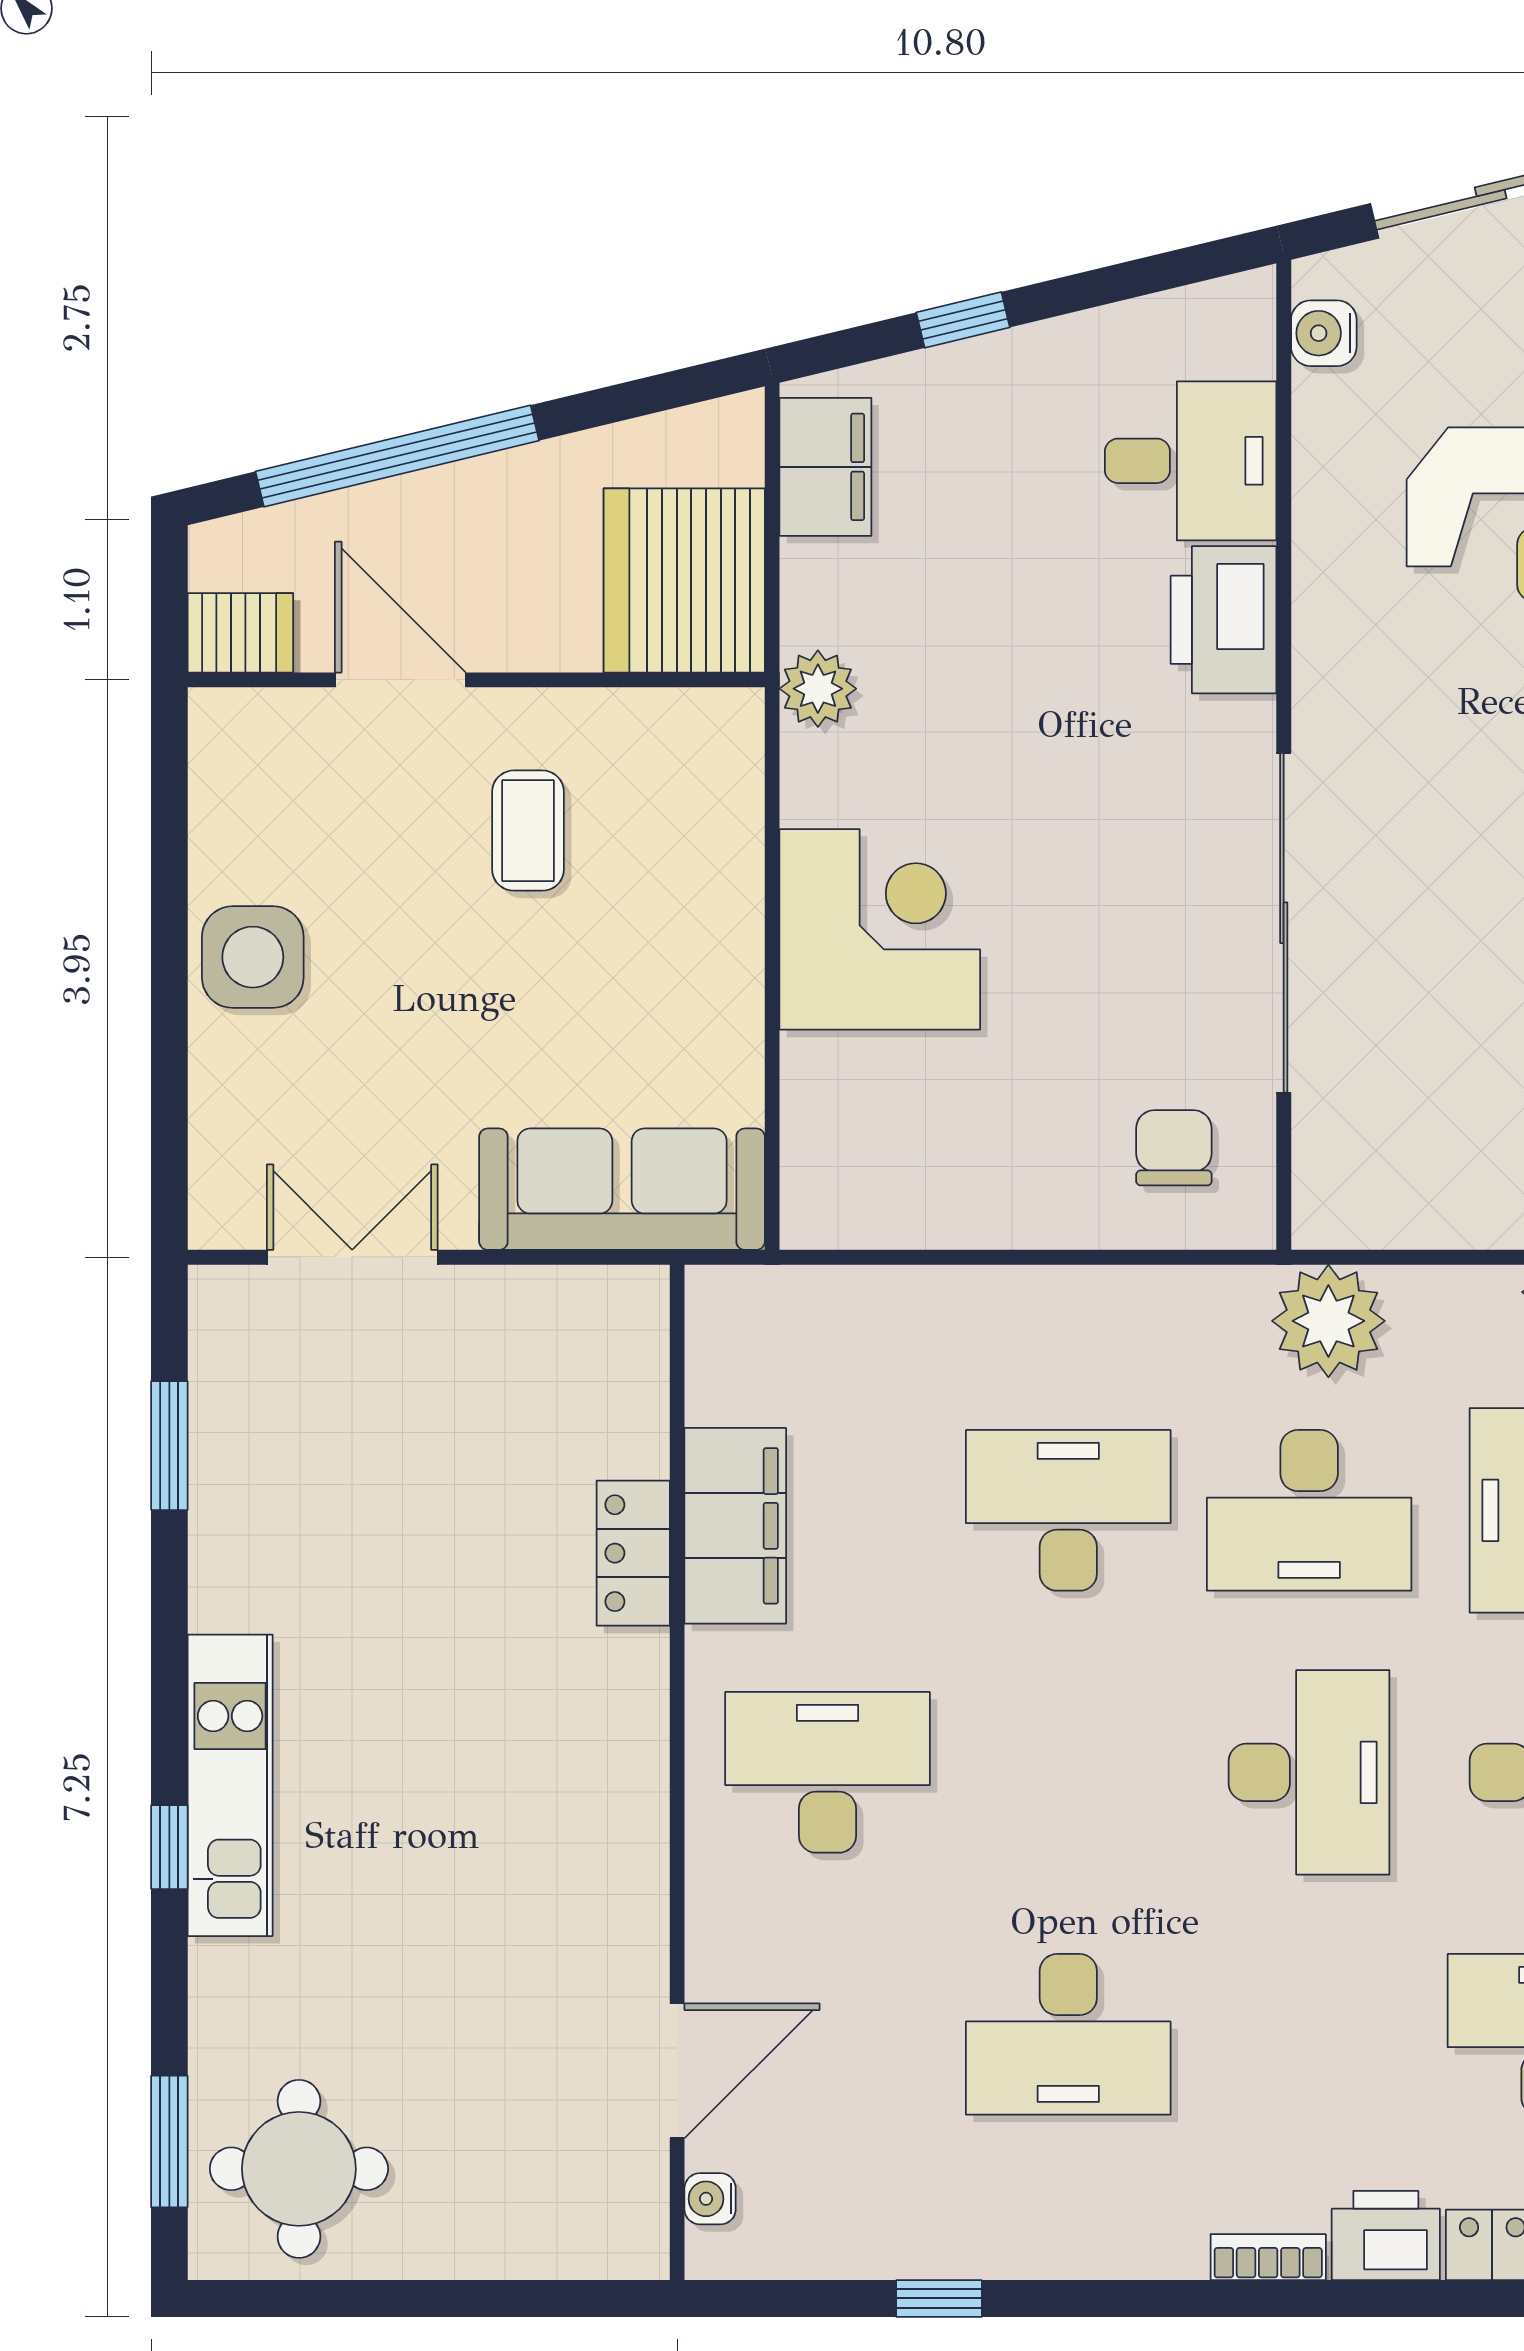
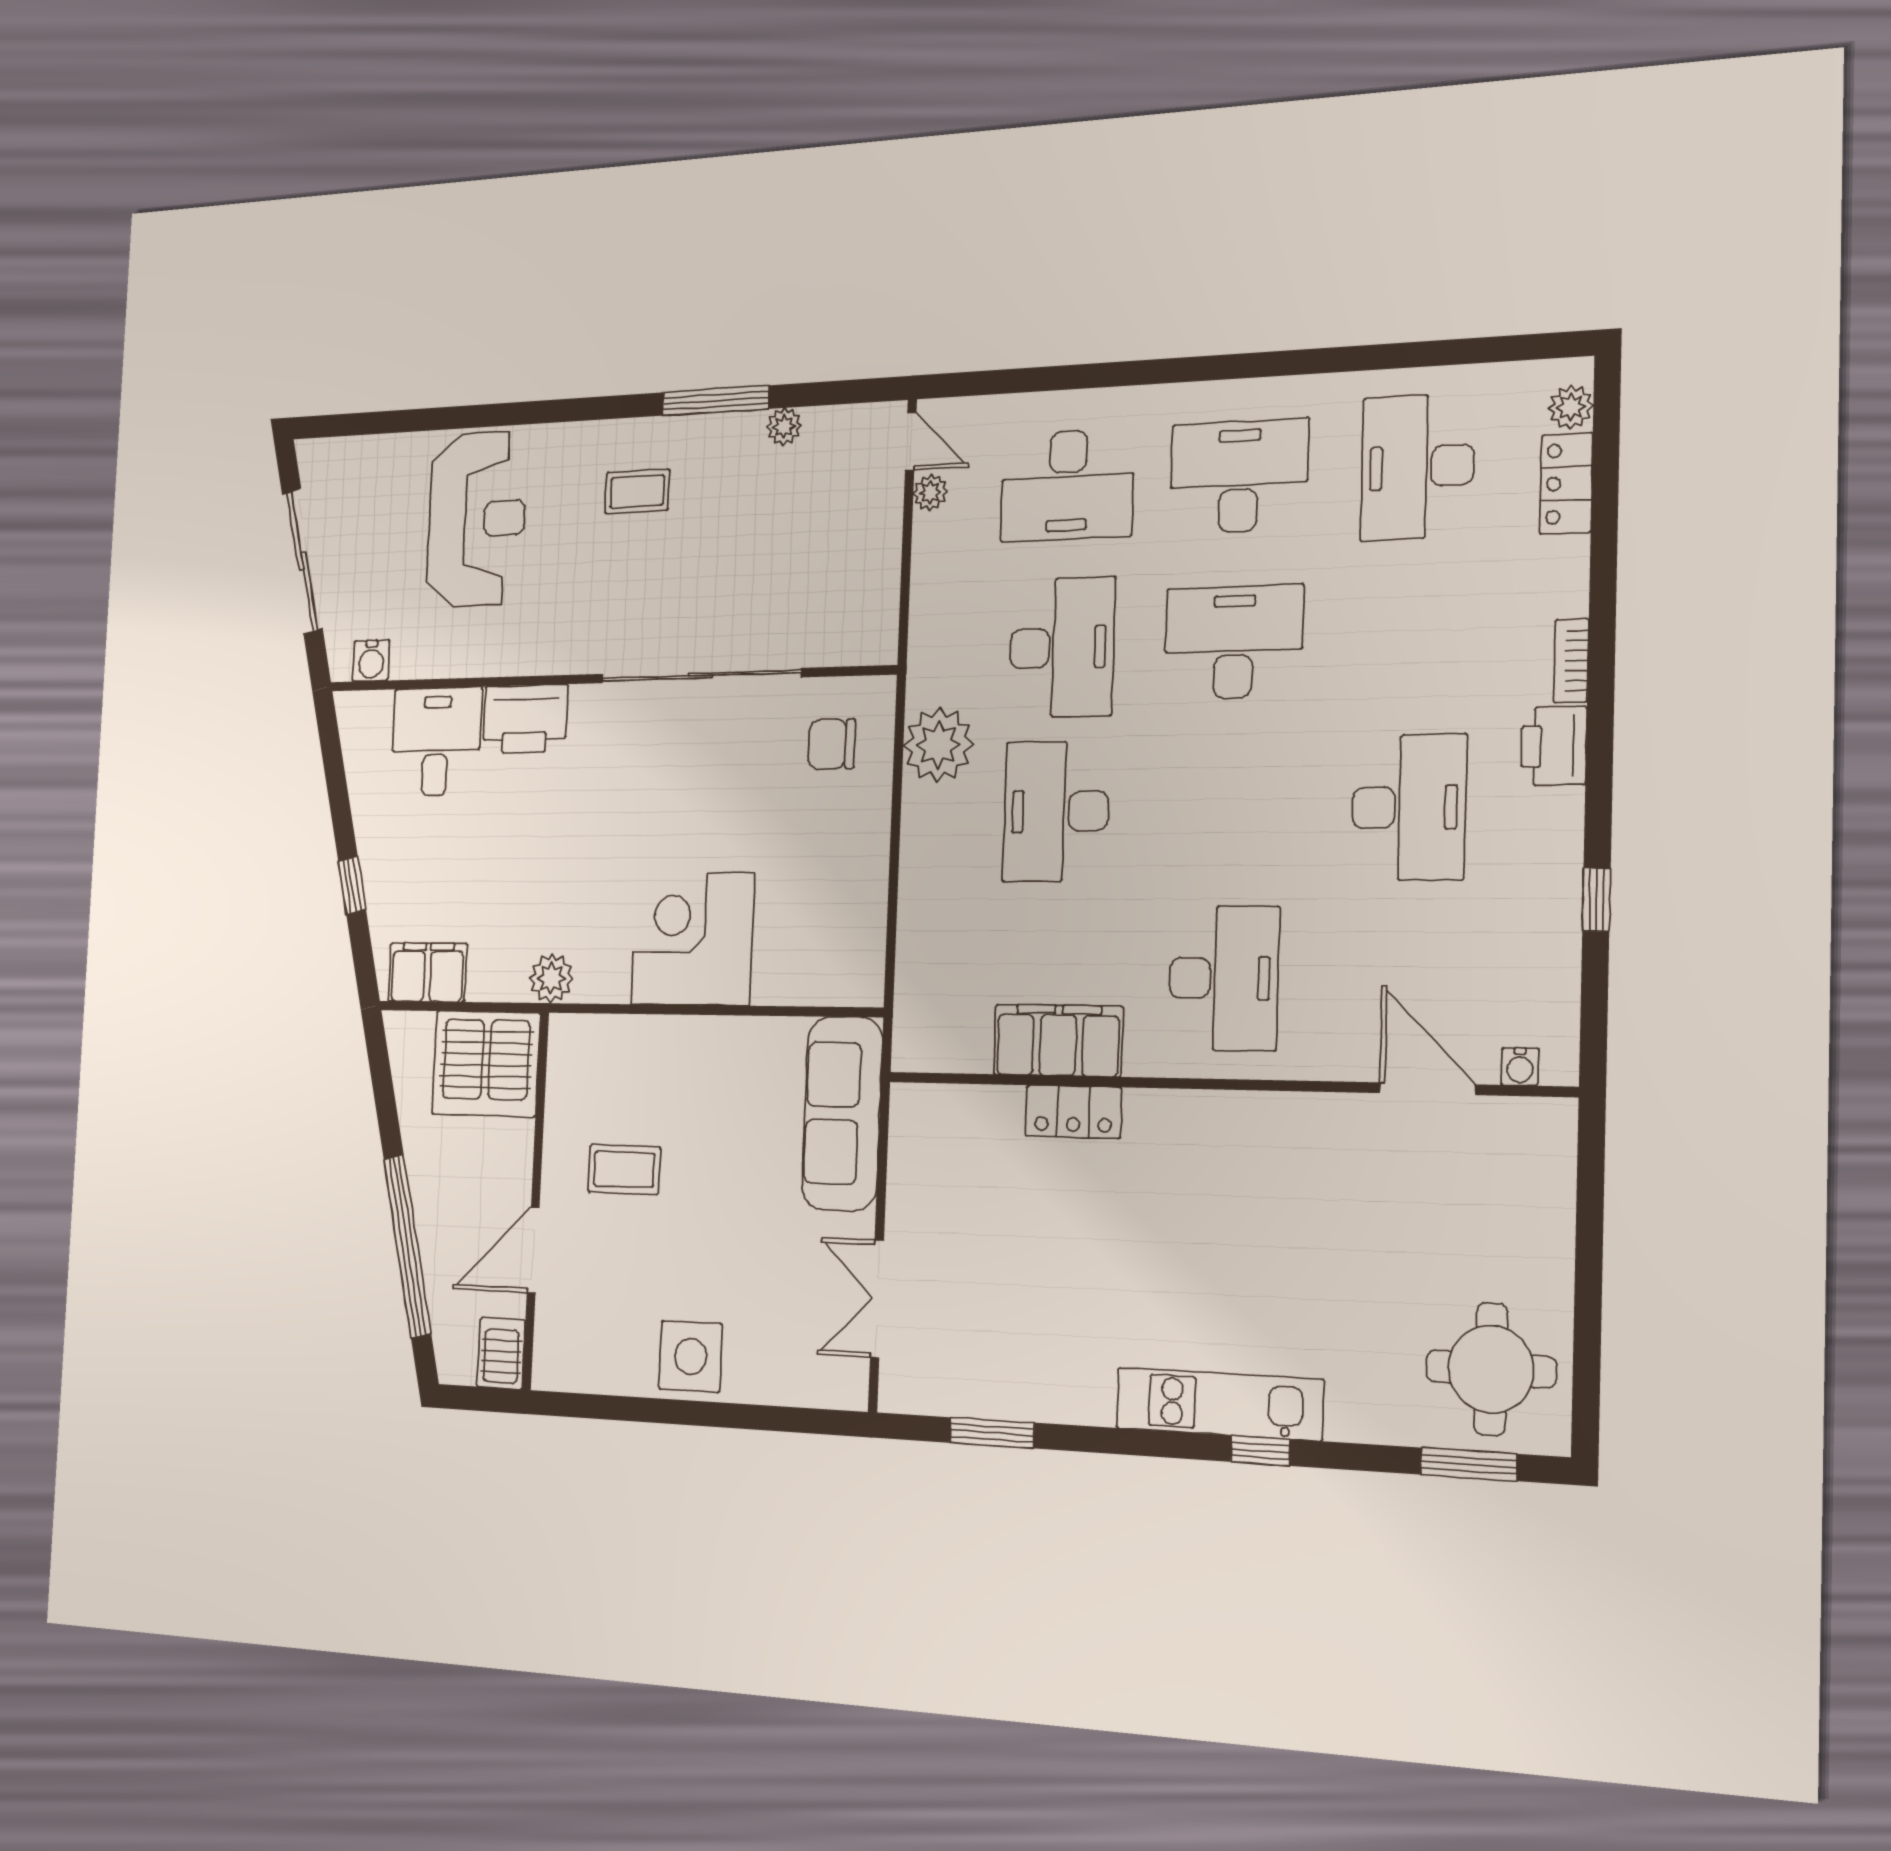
plant: (1328, 1321) -> (938, 745), moved
desk: (827, 1772) -> (1223, 978), turned 180
printer: (1386, 2235) -> (1554, 746), moved

